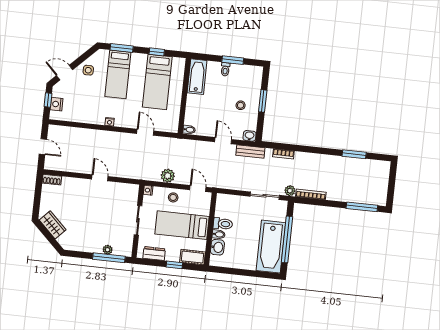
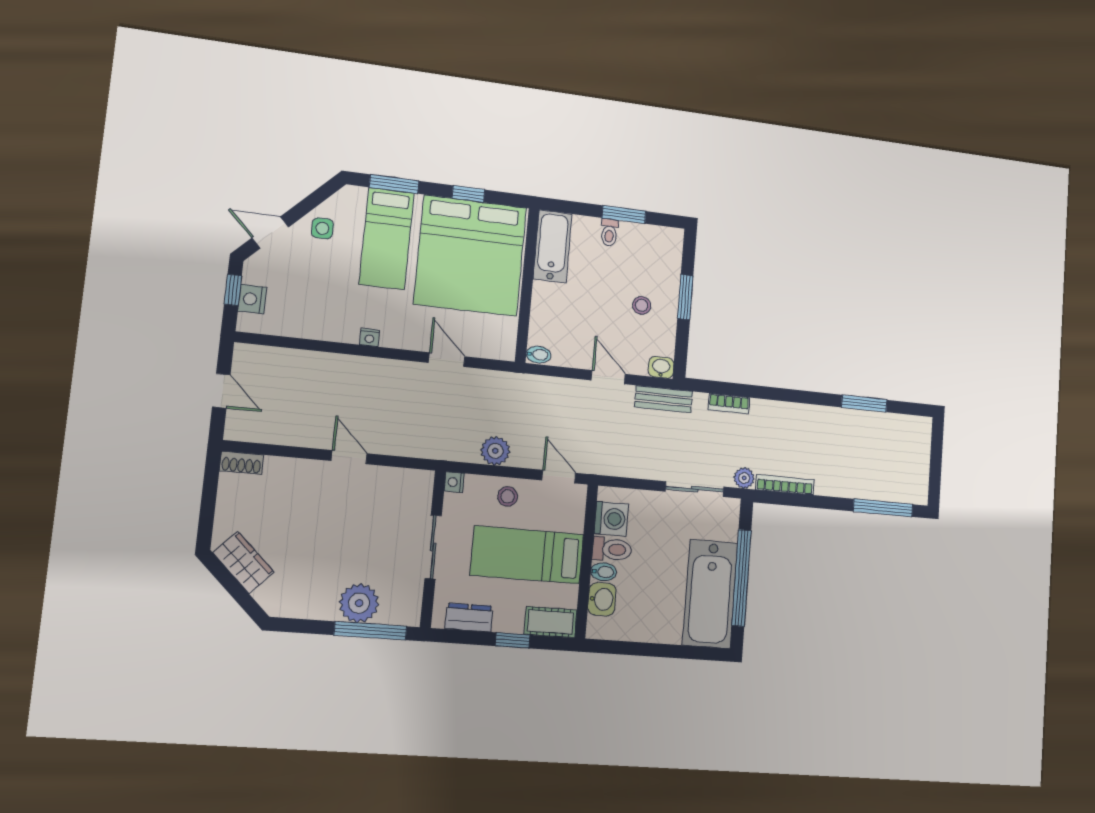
bed: (157, 82) -> (470, 256), width x2.04
washing machine: (223, 209) -> (611, 519), added
plant: (108, 250) -> (359, 603), width x1.87, depth x1.87

